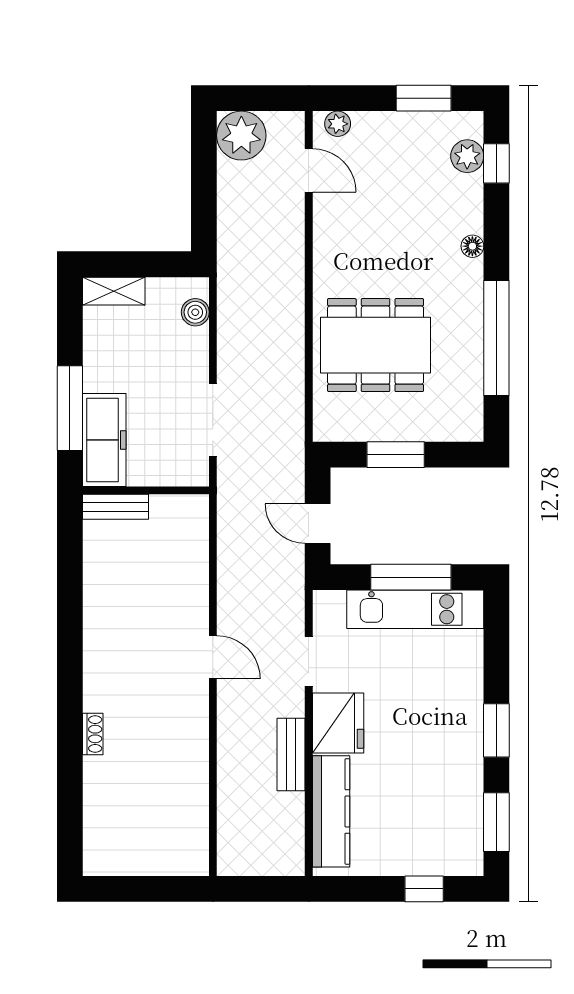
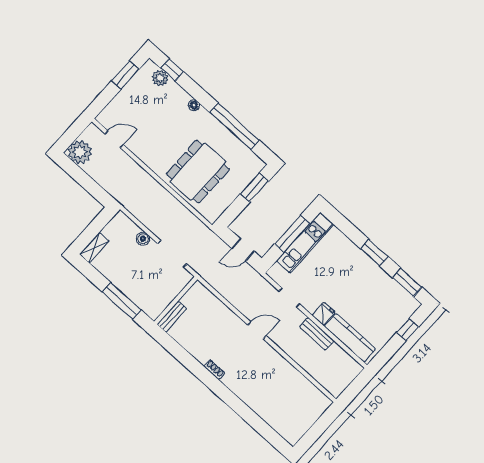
plant: (338, 124) -> (107, 114), removed
boiler: (195, 312) -> (143, 239), moved
freezer: (104, 440) -> (144, 299), removed
window: (396, 455) -> (255, 188), moved
fridge: (338, 723) -> (324, 314), width x0.53, depth x0.75
shoe rack: (93, 734) -> (214, 370), moved

